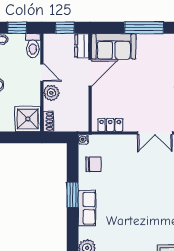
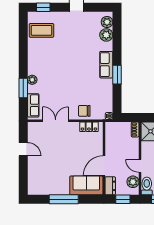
plant: (51, 93) -> (133, 182), moved
chair: (93, 164) -> (84, 111), moved

